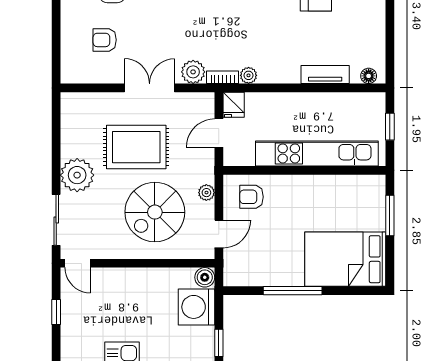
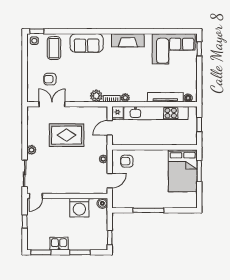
tv unit: (325, 75) -> (165, 97), width x1.41
double door: (150, 88) -> (52, 104), moved
kitchen unit: (317, 153) -> (156, 113), moved, turned 180
plant: (77, 175) -> (32, 150), width x0.53, depth x0.53
spiral stairs: (155, 212) -> (76, 169), removed
bed: (345, 259) -> (183, 171), moved, turned -90
door: (78, 263) -> (36, 196), hinge flipped
washing machine: (196, 307) -> (79, 208), moved, turned -90

